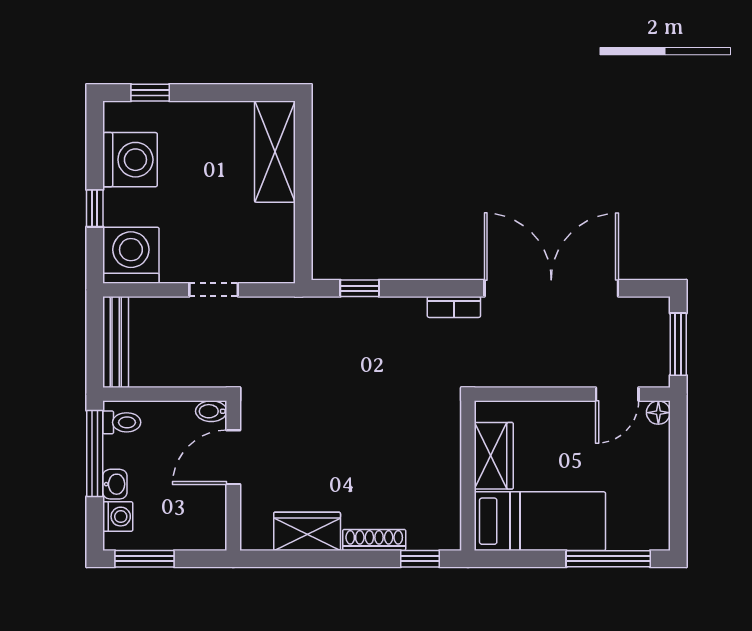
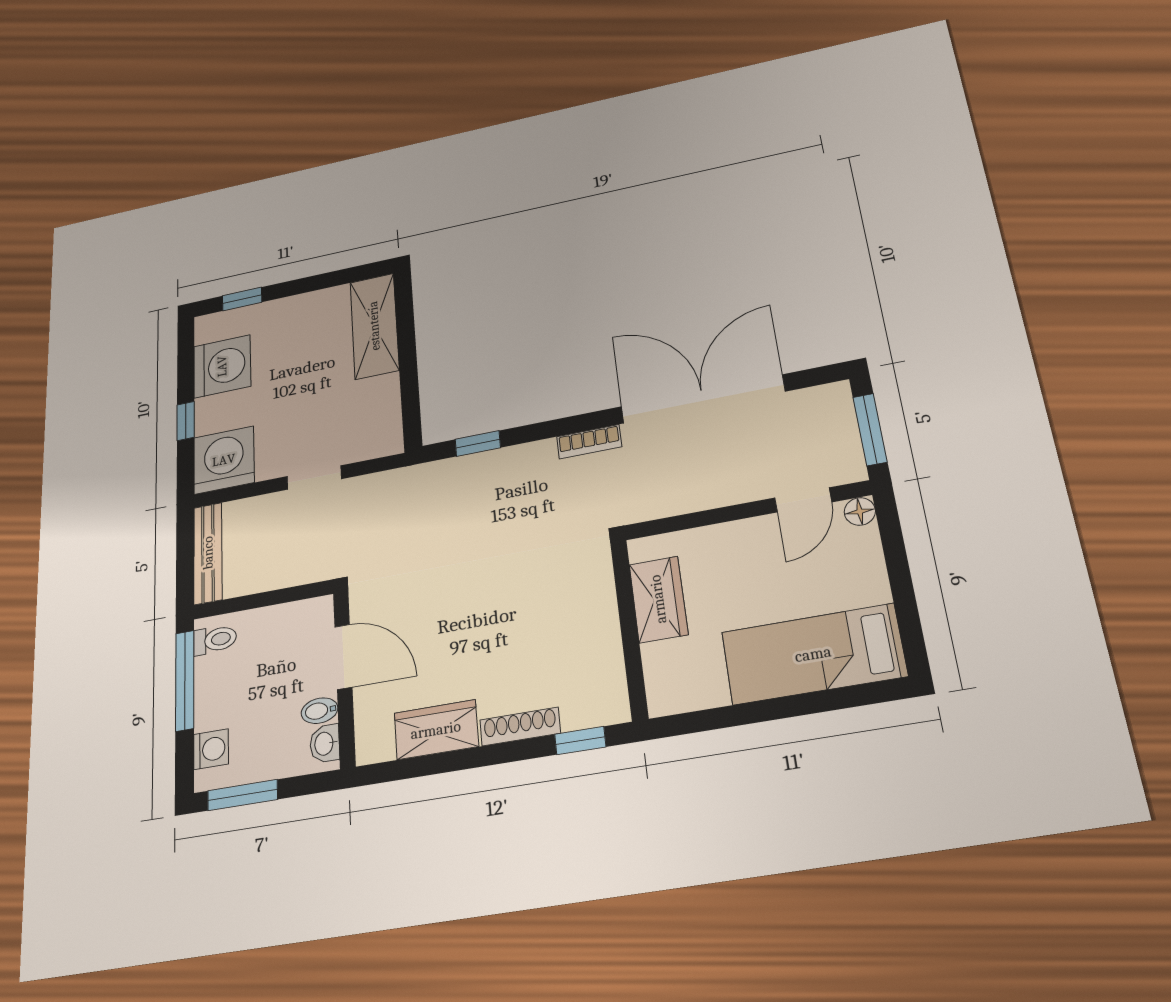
bidet: (211, 411) -> (319, 711), moved
door: (233, 457) -> (343, 657), swing flipped
washbasin: (115, 484) -> (325, 744), moved, turned 180
bed: (540, 521) -> (813, 654), moved, turned 180
window: (608, 559) -> (827, 701), removed

